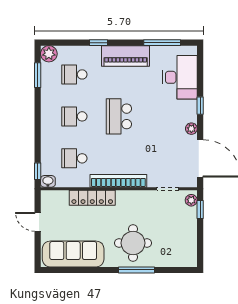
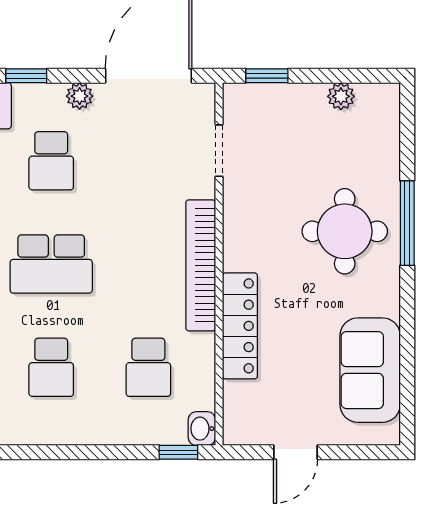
school desk: (163, 116) -> (51, 161), added
plant: (191, 200) -> (341, 96), moved
sofa: (73, 254) -> (370, 370), width x0.73

